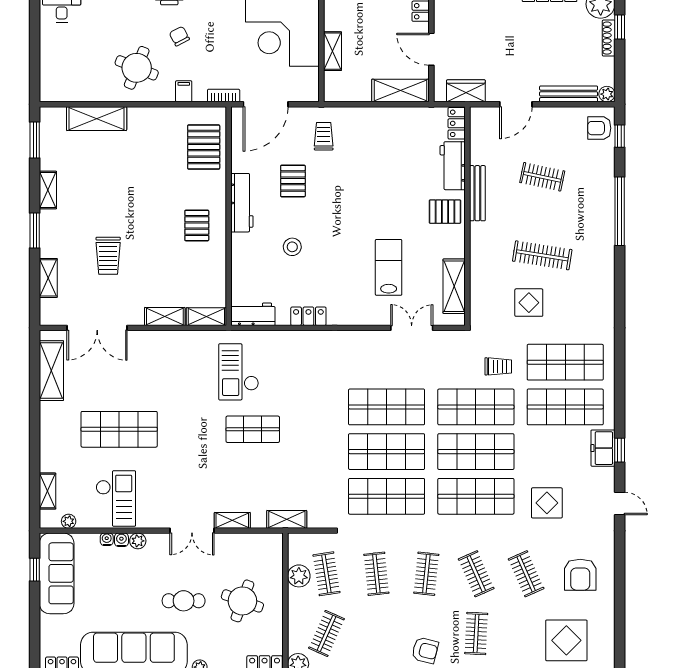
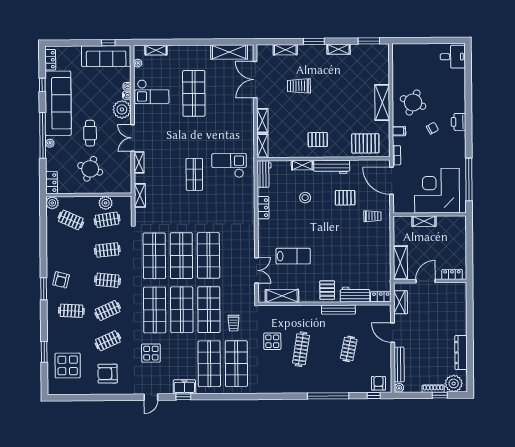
shelving: (97, 119) -> (382, 102), moved
shelving: (239, 251) -> (302, 165), added
plant: (138, 541) -> (122, 109), width x1.88, depth x1.88

